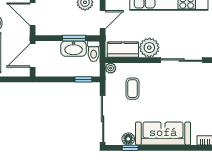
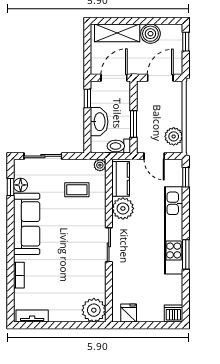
washbasin: (74, 49) -> (99, 122), moved, turned 180
door: (33, 56) -> (114, 78), hinge flipped
sliding door: (182, 60) -> (109, 245), width x0.73
window: (83, 79) -> (87, 98), moved
sliding door: (103, 119) -> (43, 156), width x0.73

